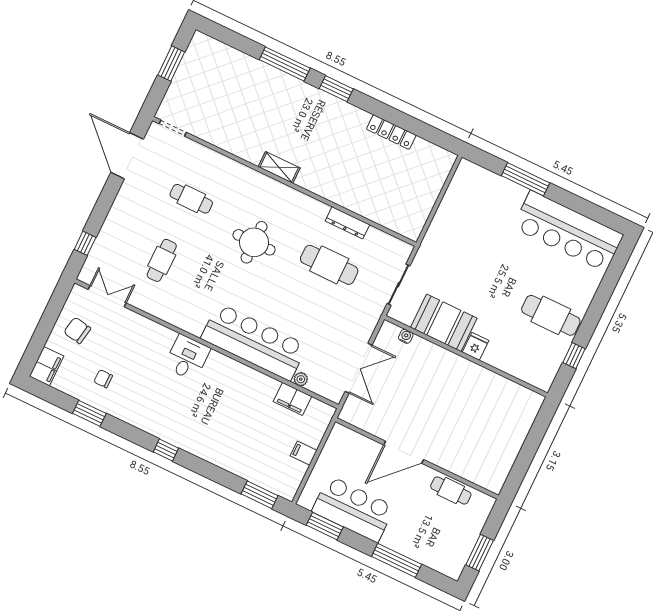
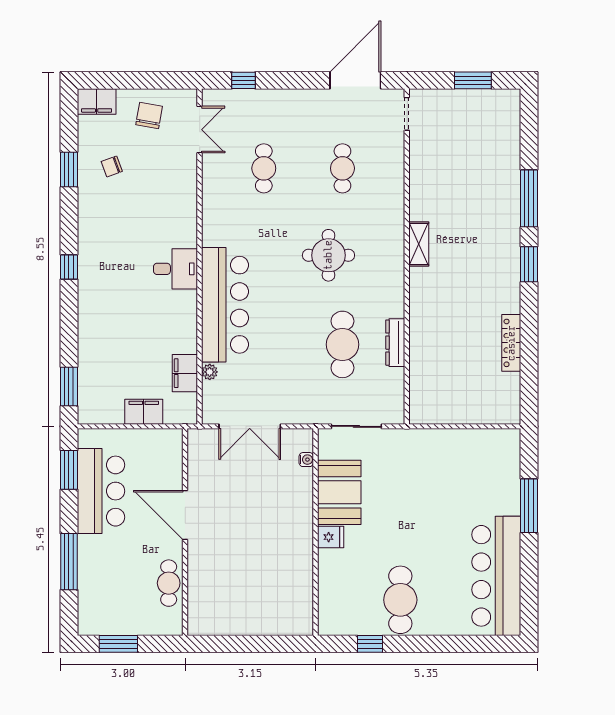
cafe table: (162, 260) -> (264, 168), turned 90
desk: (187, 358) -> (176, 269), moved
chair: (103, 379) -> (112, 166), turned -110
filing cabinet: (304, 453) -> (144, 412), width x2.00

